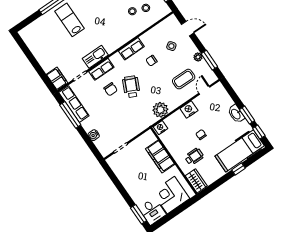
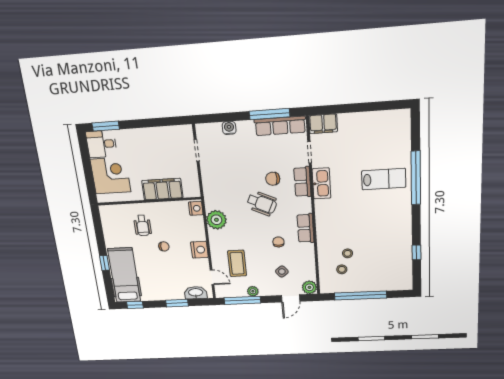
plant: (172, 21) -> (309, 287), added
window: (209, 60) -> (242, 300), width x1.44
washbasin: (236, 114) -> (196, 293), moved
window: (247, 115) -> (177, 303), moved
wardrobe: (196, 181) -> (113, 212), removed

